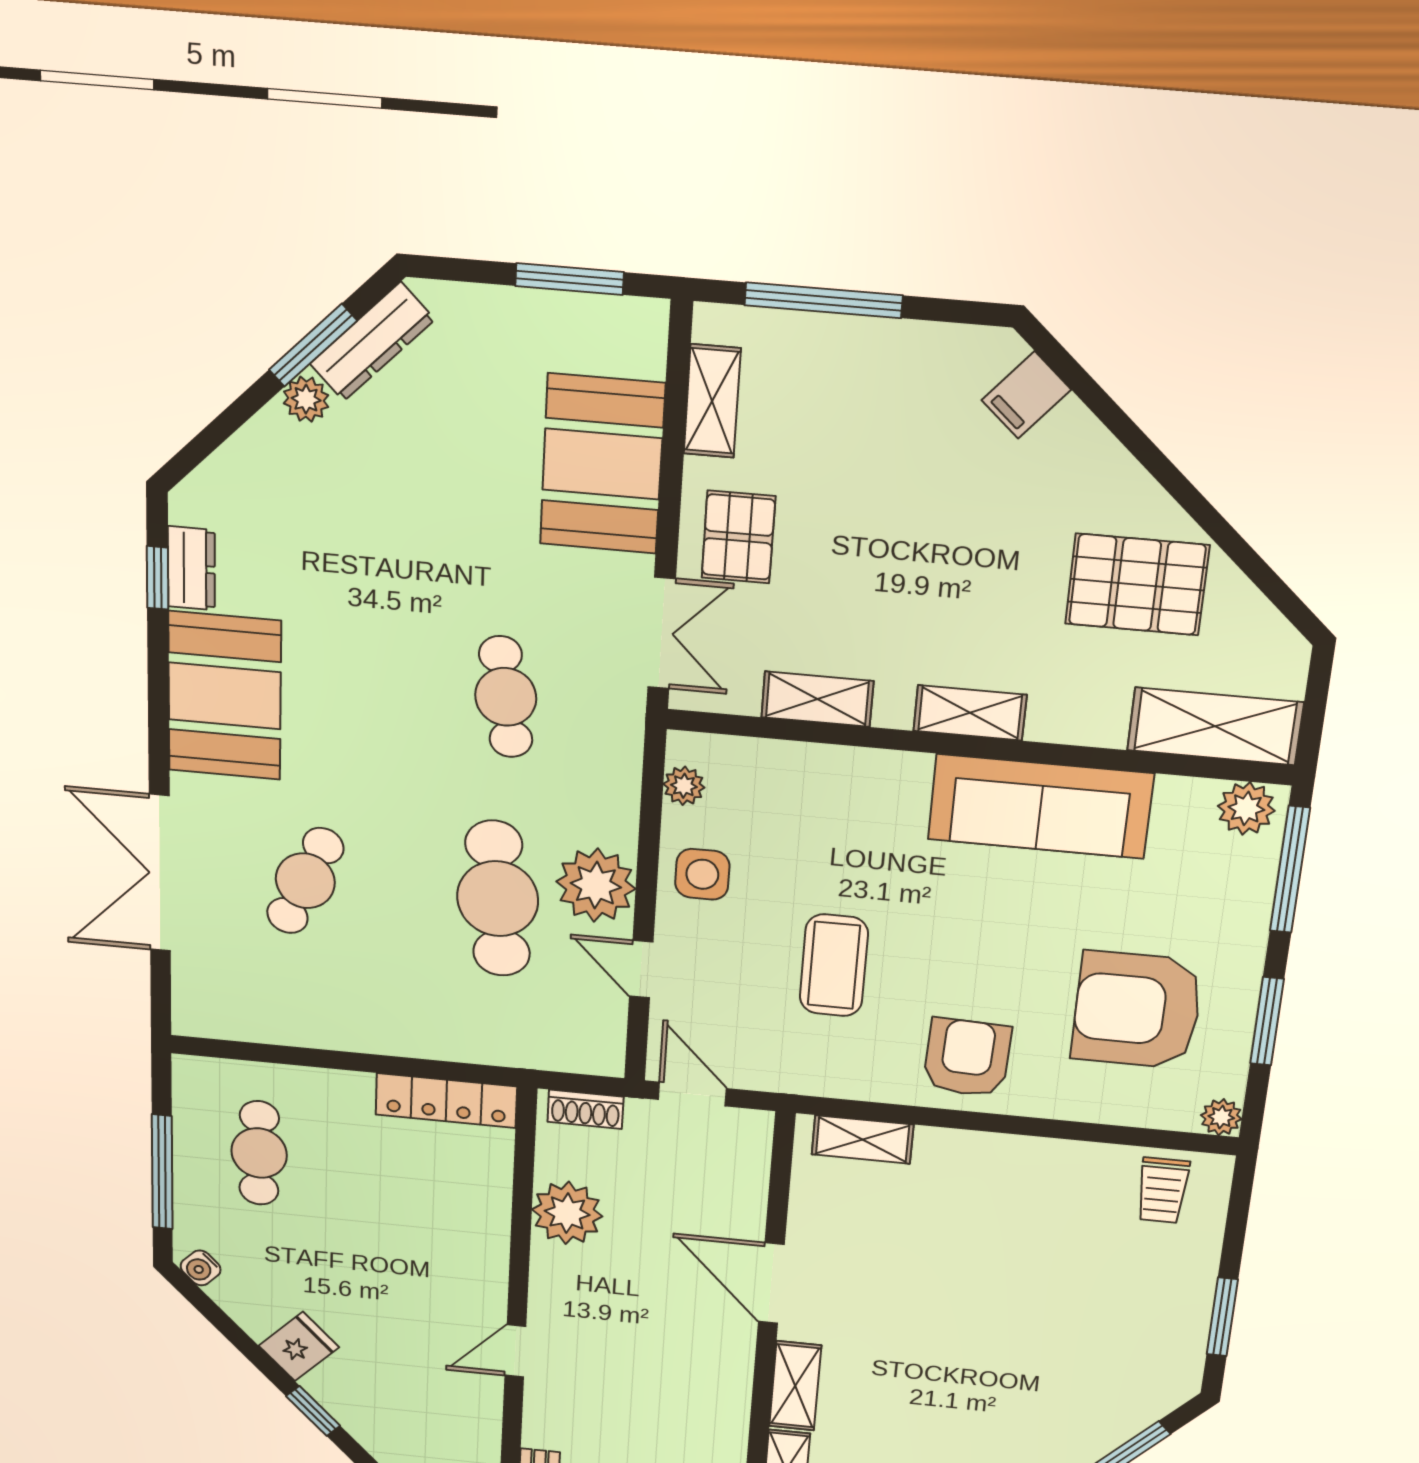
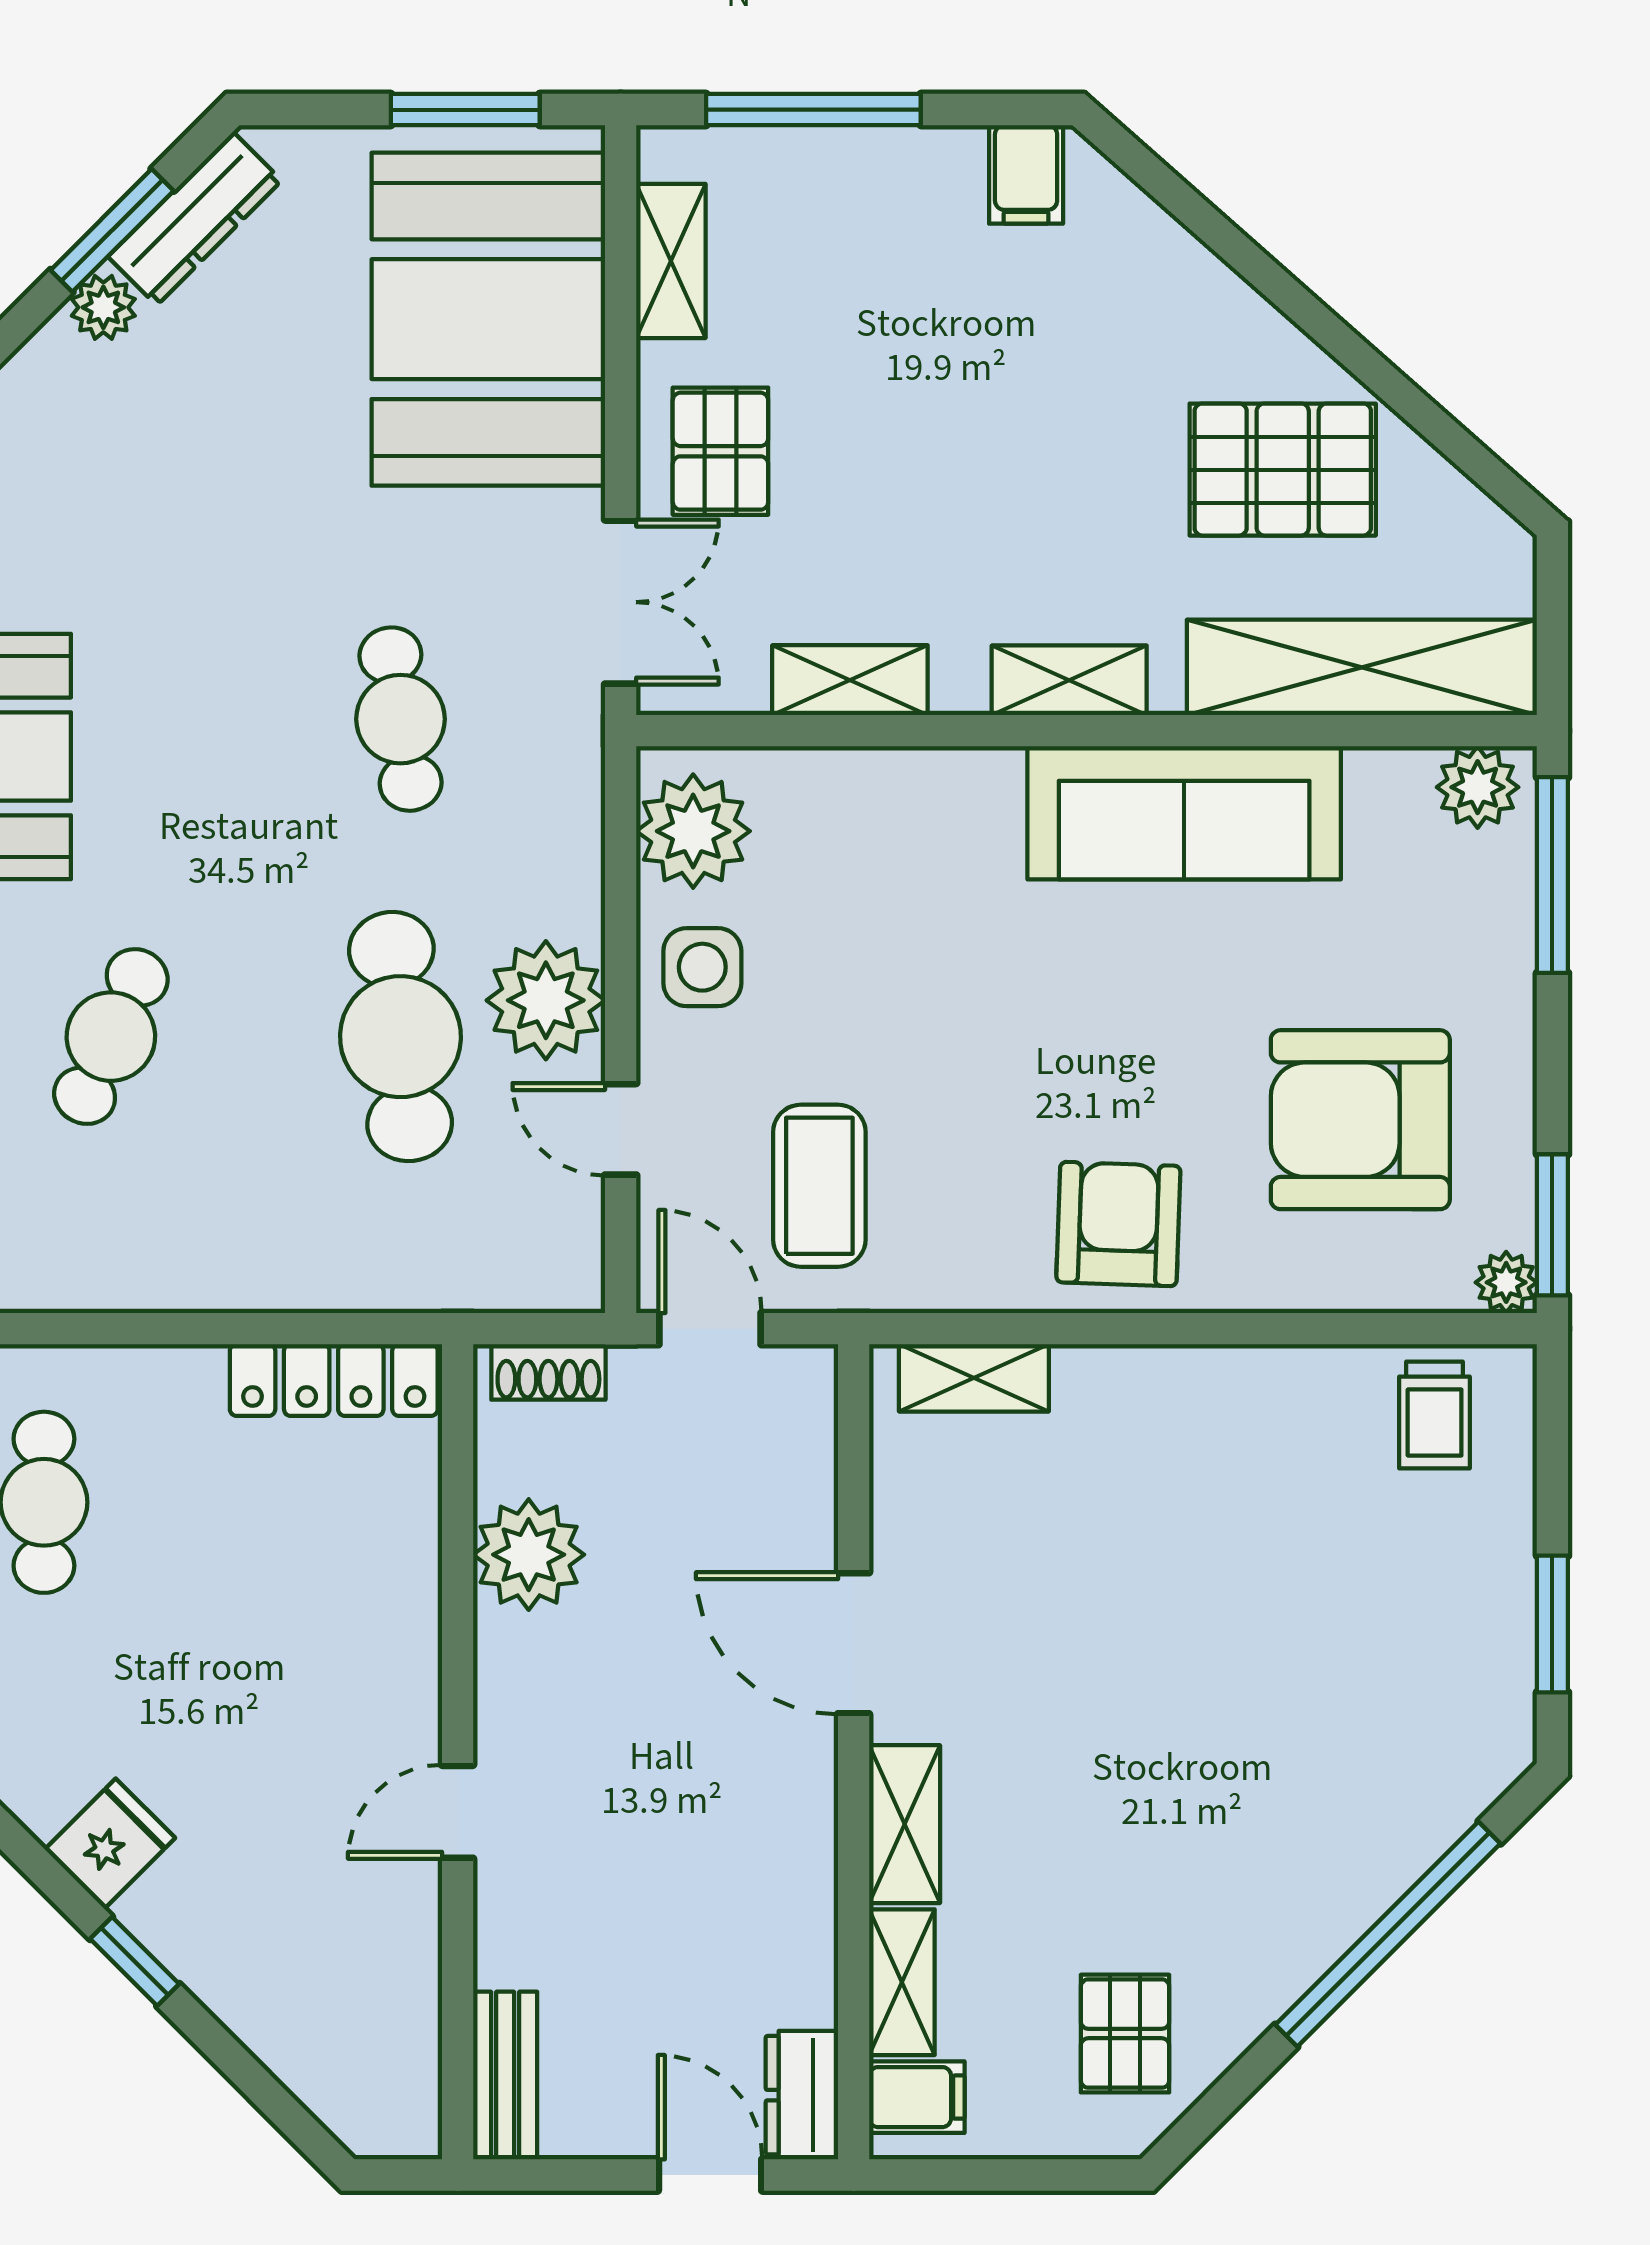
filing cabinet: (1026, 395) -> (1026, 174), moved, turned -41
booth: (602, 464) -> (488, 319), width x1.36, depth x1.42
shelving: (1215, 726) -> (1362, 667), width x1.47
plant: (684, 786) -> (693, 831), width x1.88, depth x1.88
coffee table: (834, 965) -> (819, 1186), moved
window: (1267, 1021) -> (1552, 1225), moved

